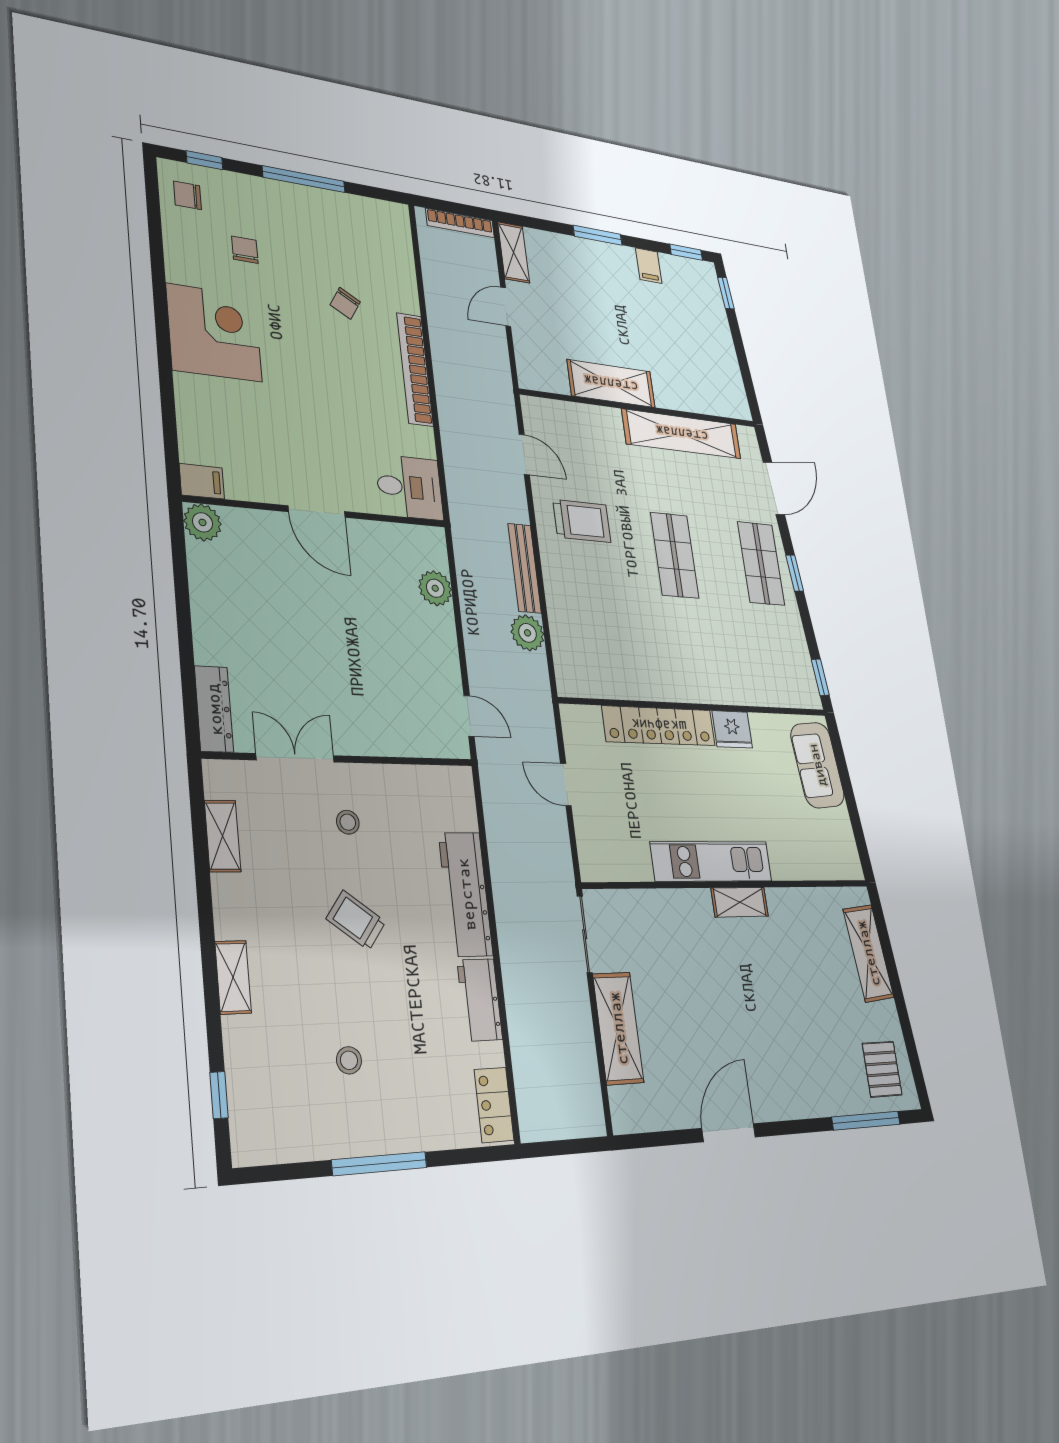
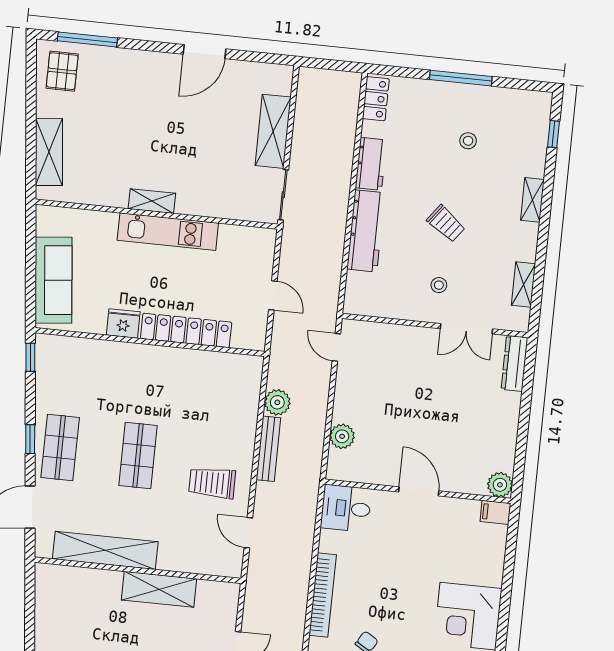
sofa: (817, 765) -> (53, 280), width x1.36

